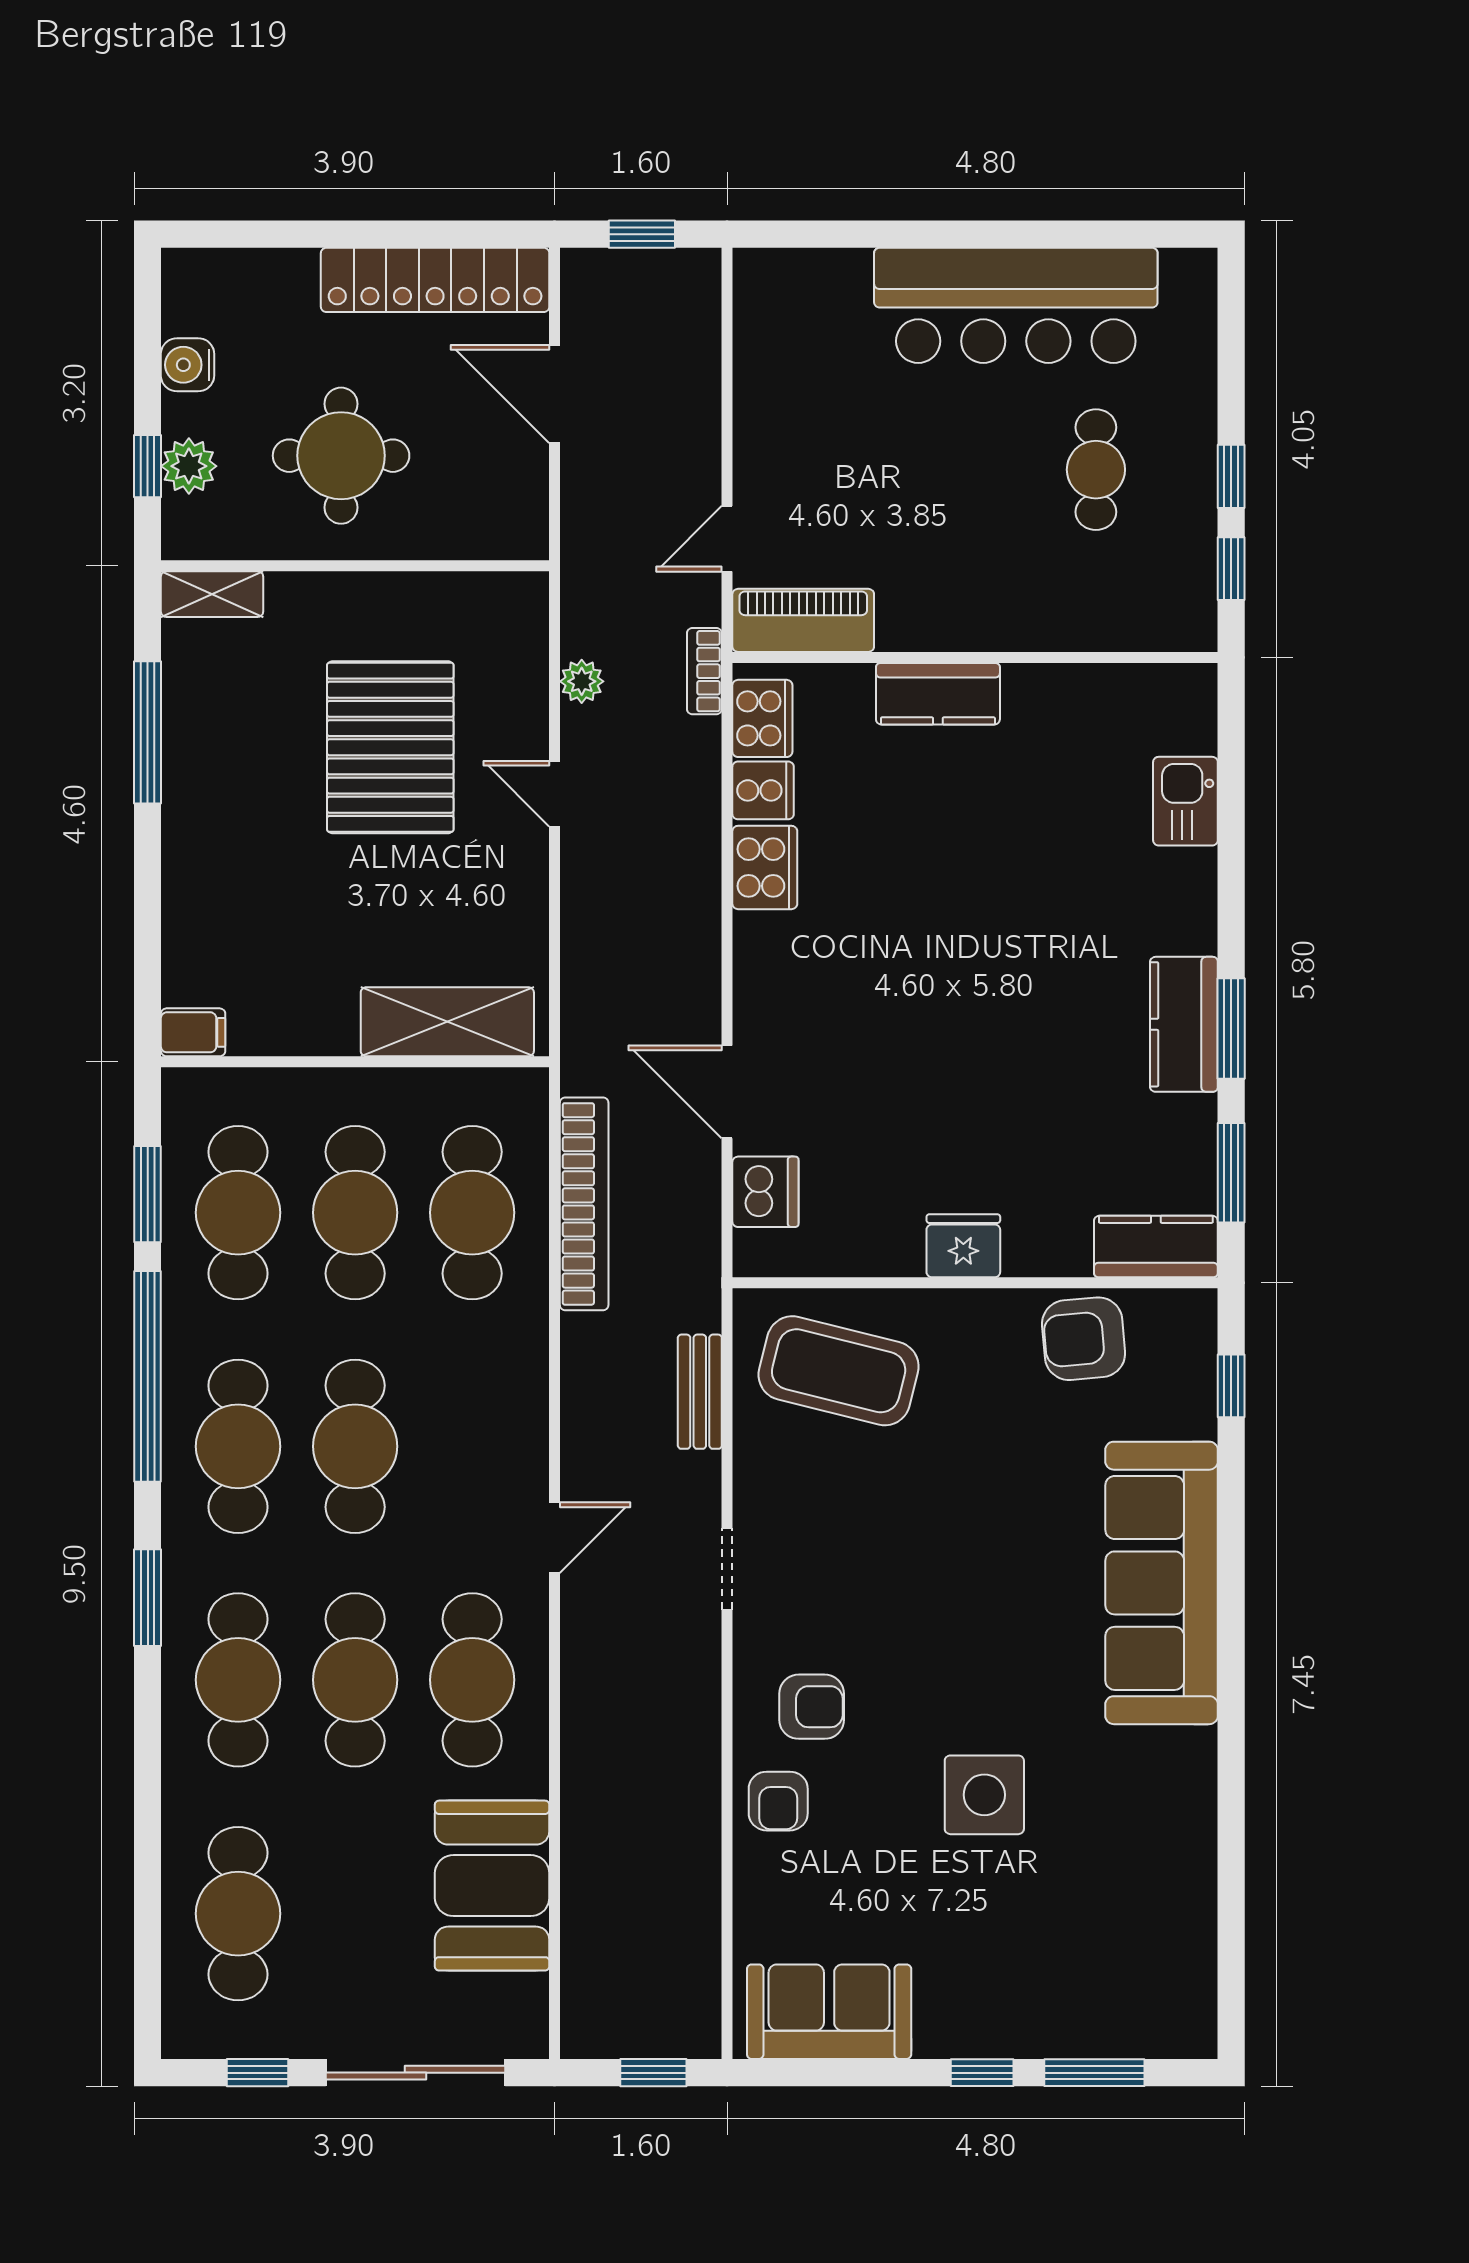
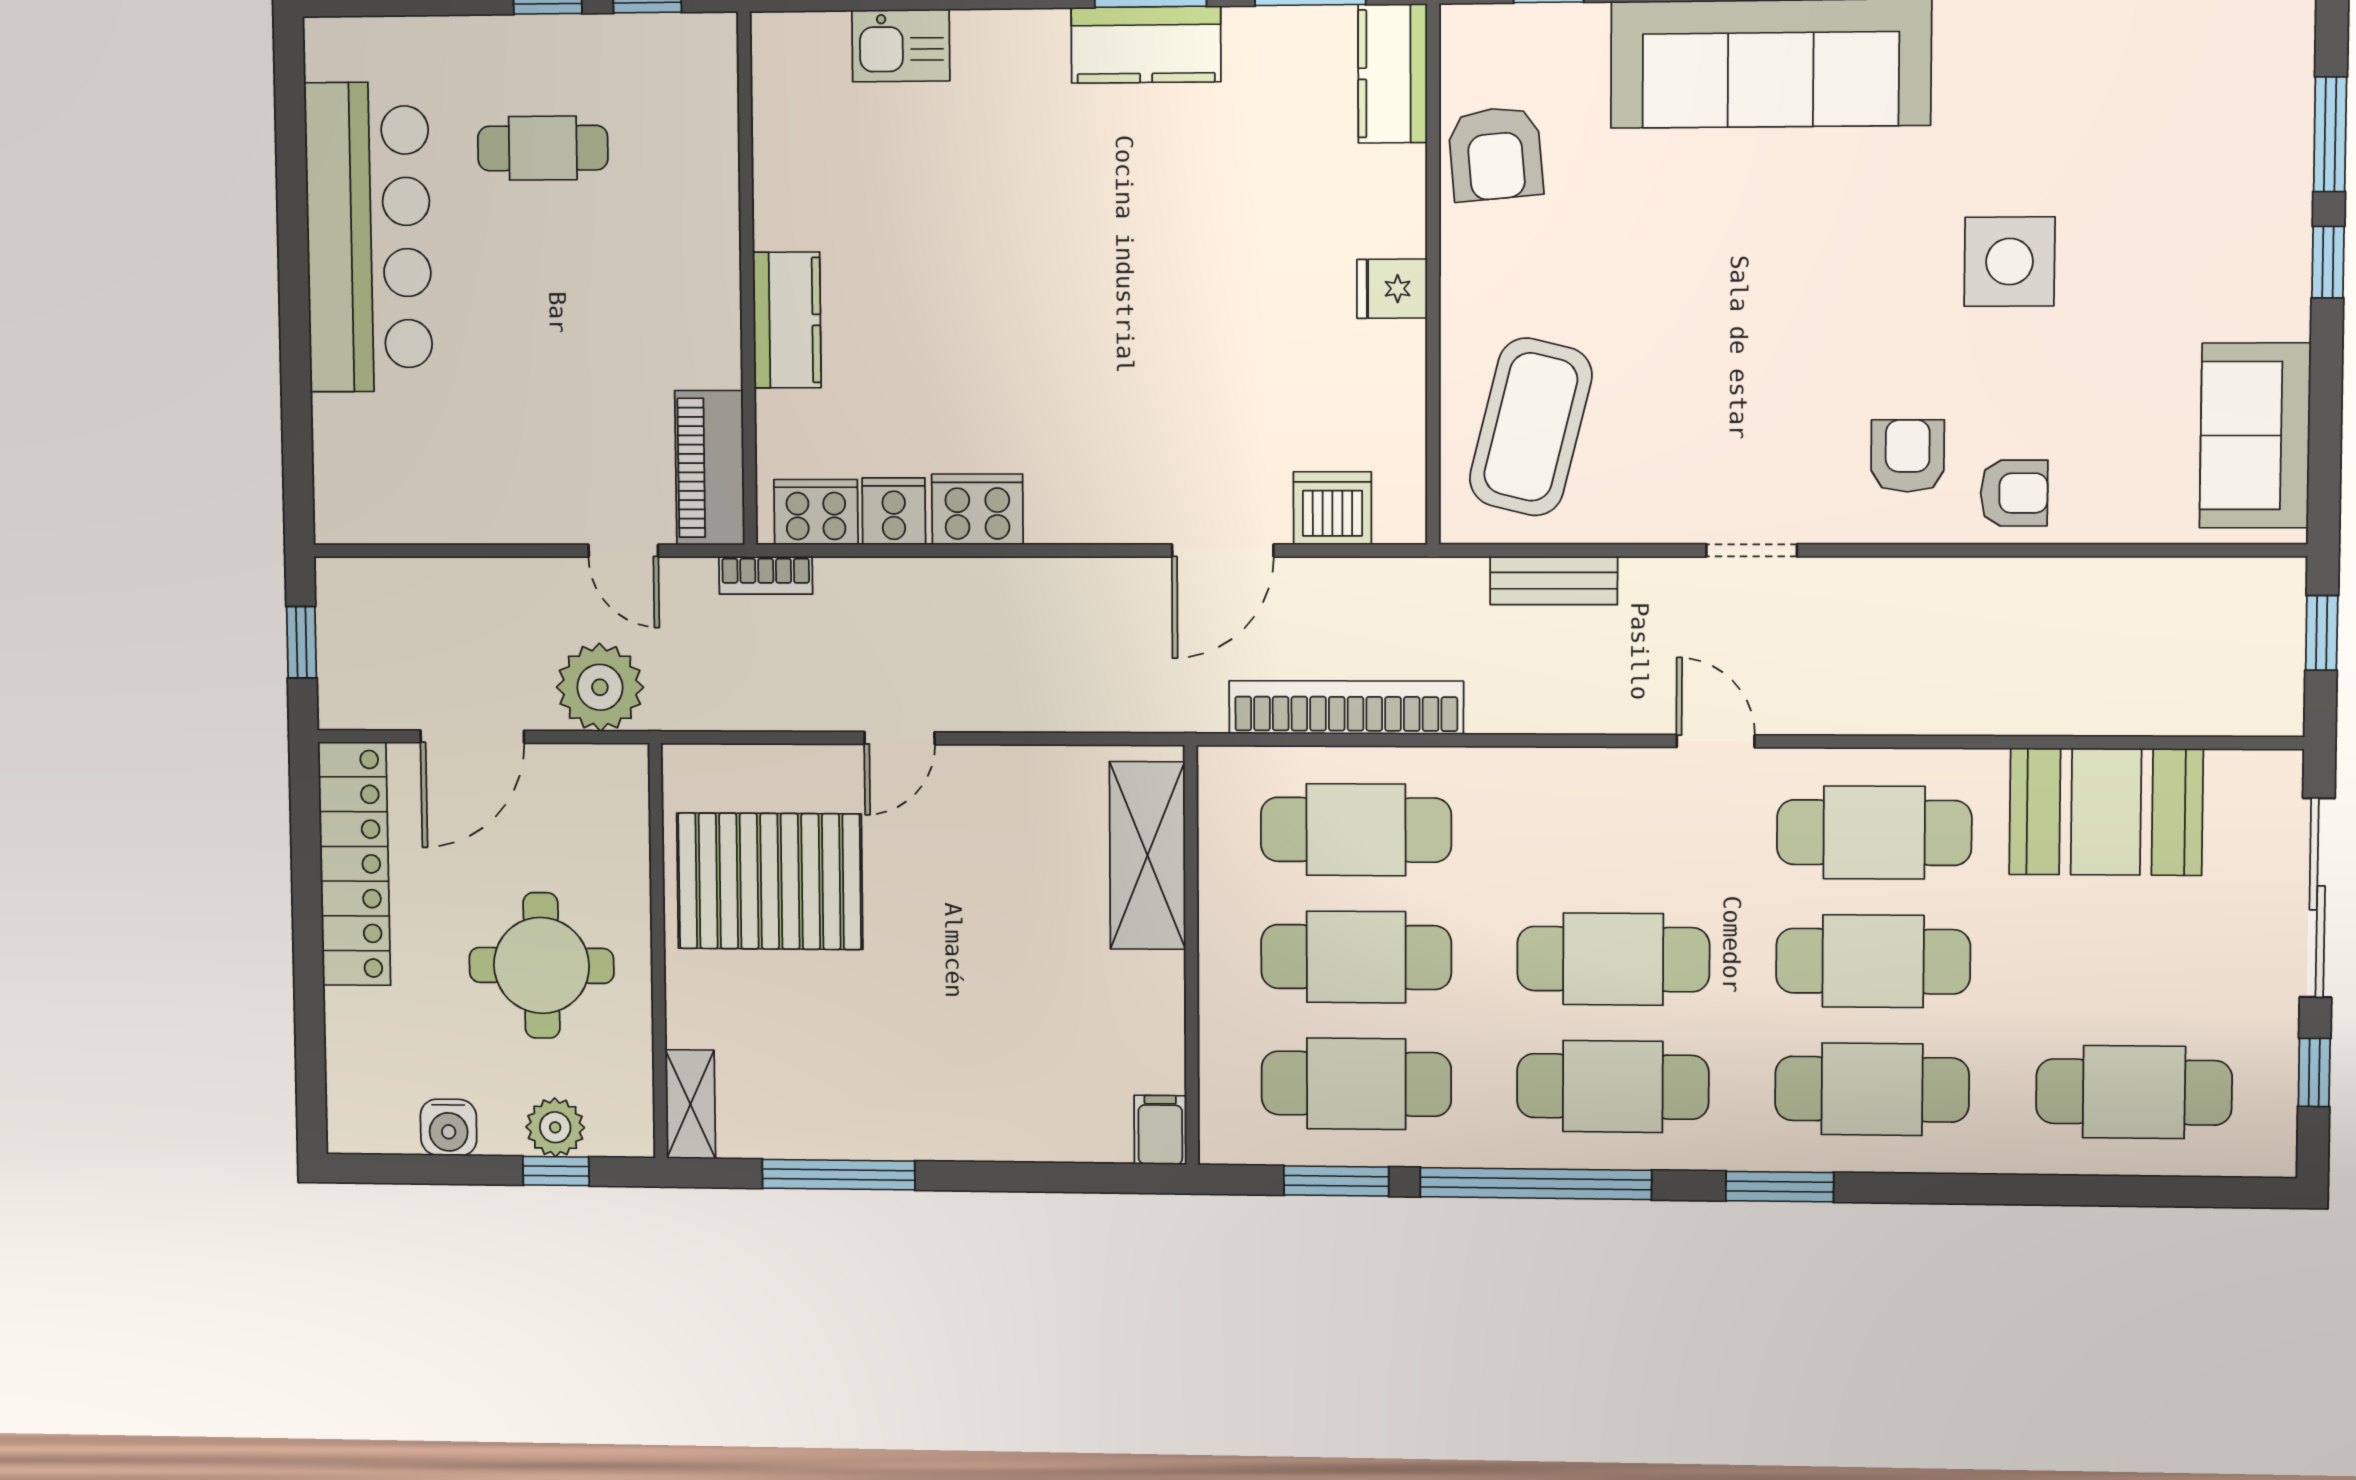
plant: (582, 681) -> (600, 687), moved, width x1.88, depth x1.88
pallet: (390, 747) -> (770, 881), moved
fridge: (963, 1246) -> (1392, 289), width x0.72

